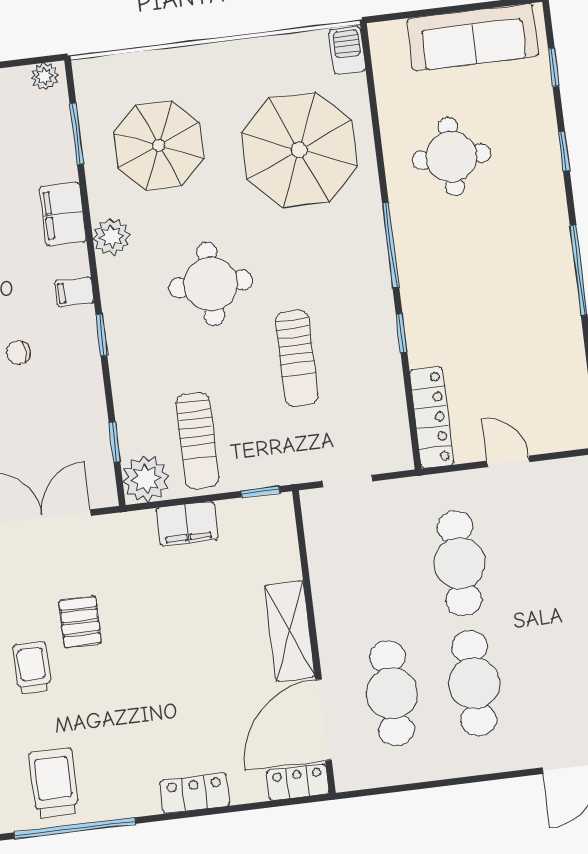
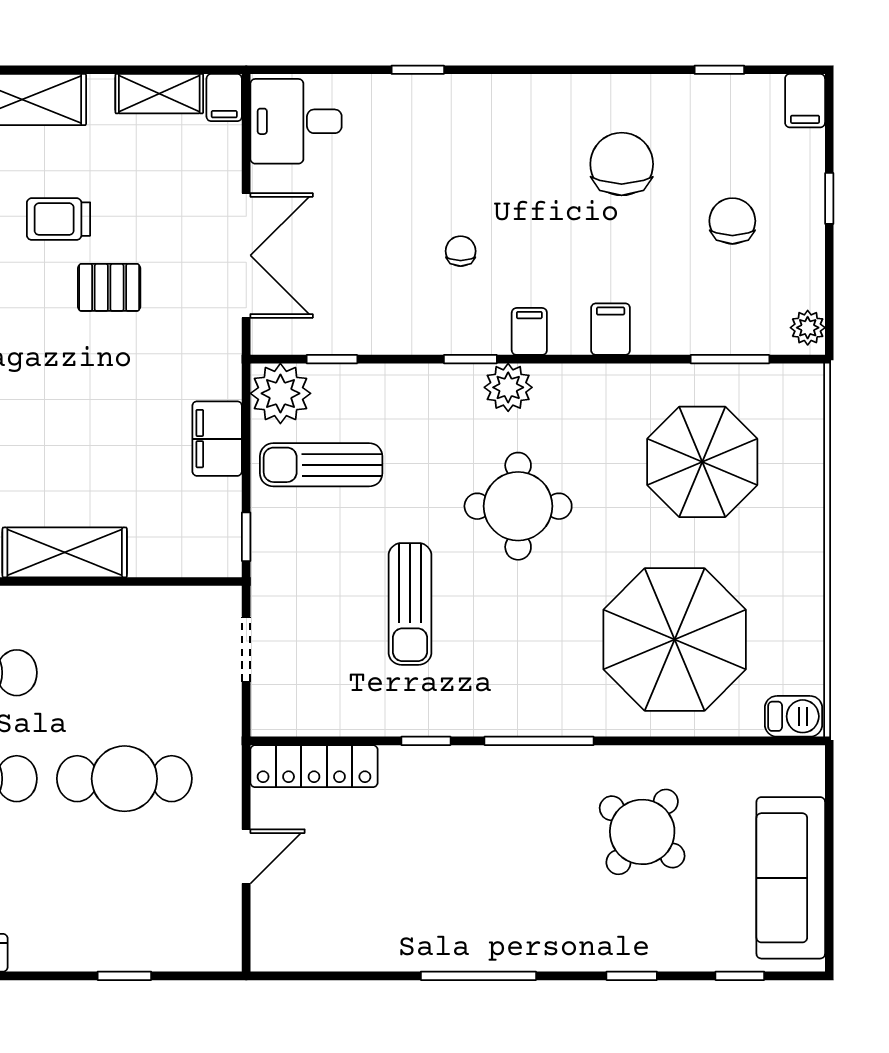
round table: (451, 157) -> (642, 832), turned 38
filing cabinet: (63, 214) -> (611, 329), width x0.50
plant: (111, 237) -> (508, 387), moved
sun lounger: (297, 358) -> (410, 604), turned -90
trolley: (32, 667) -> (59, 219), turned 180

